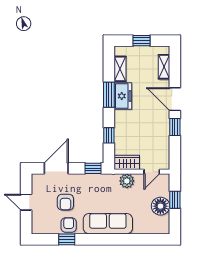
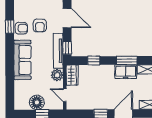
tv unit: (97, 179) -> (58, 51), added
armchair: (65, 202) -> (40, 26), turned -90

